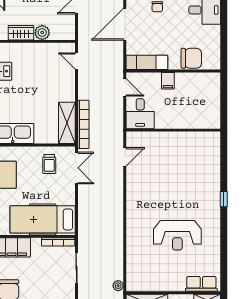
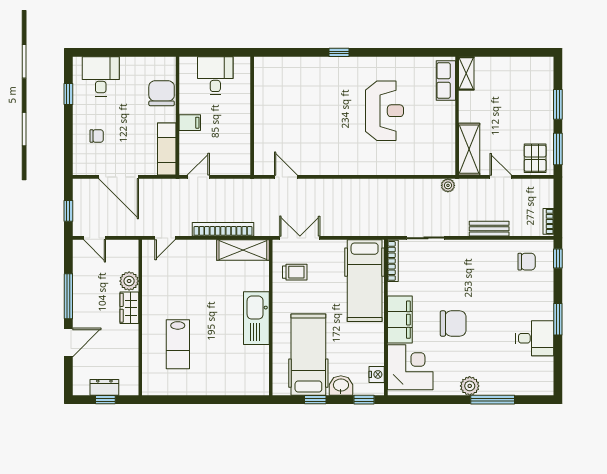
desk: (140, 114) -> (215, 76), moved, turned -90
bookcase: (83, 124) -> (223, 229), moved

